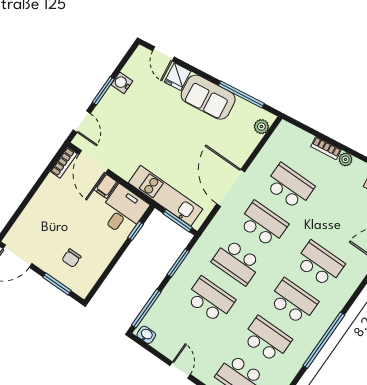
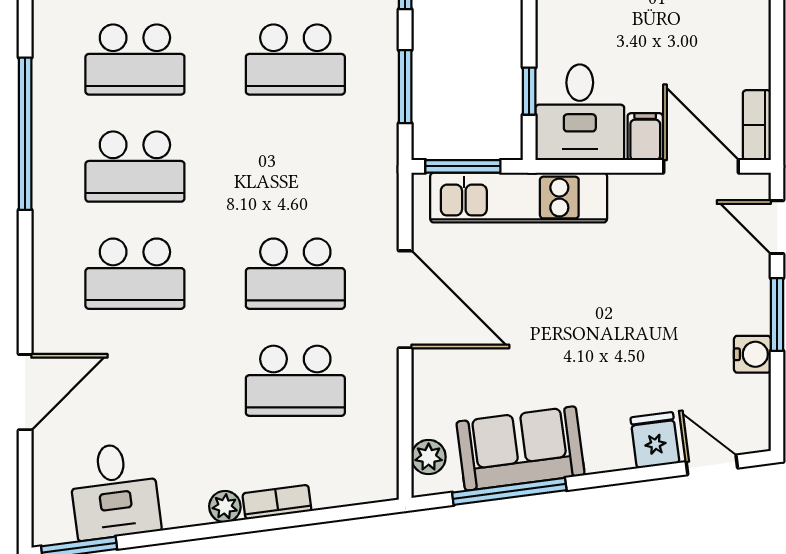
sofa: (208, 97) -> (520, 448), moved
school desk: (237, 262) -> (295, 167), removed

